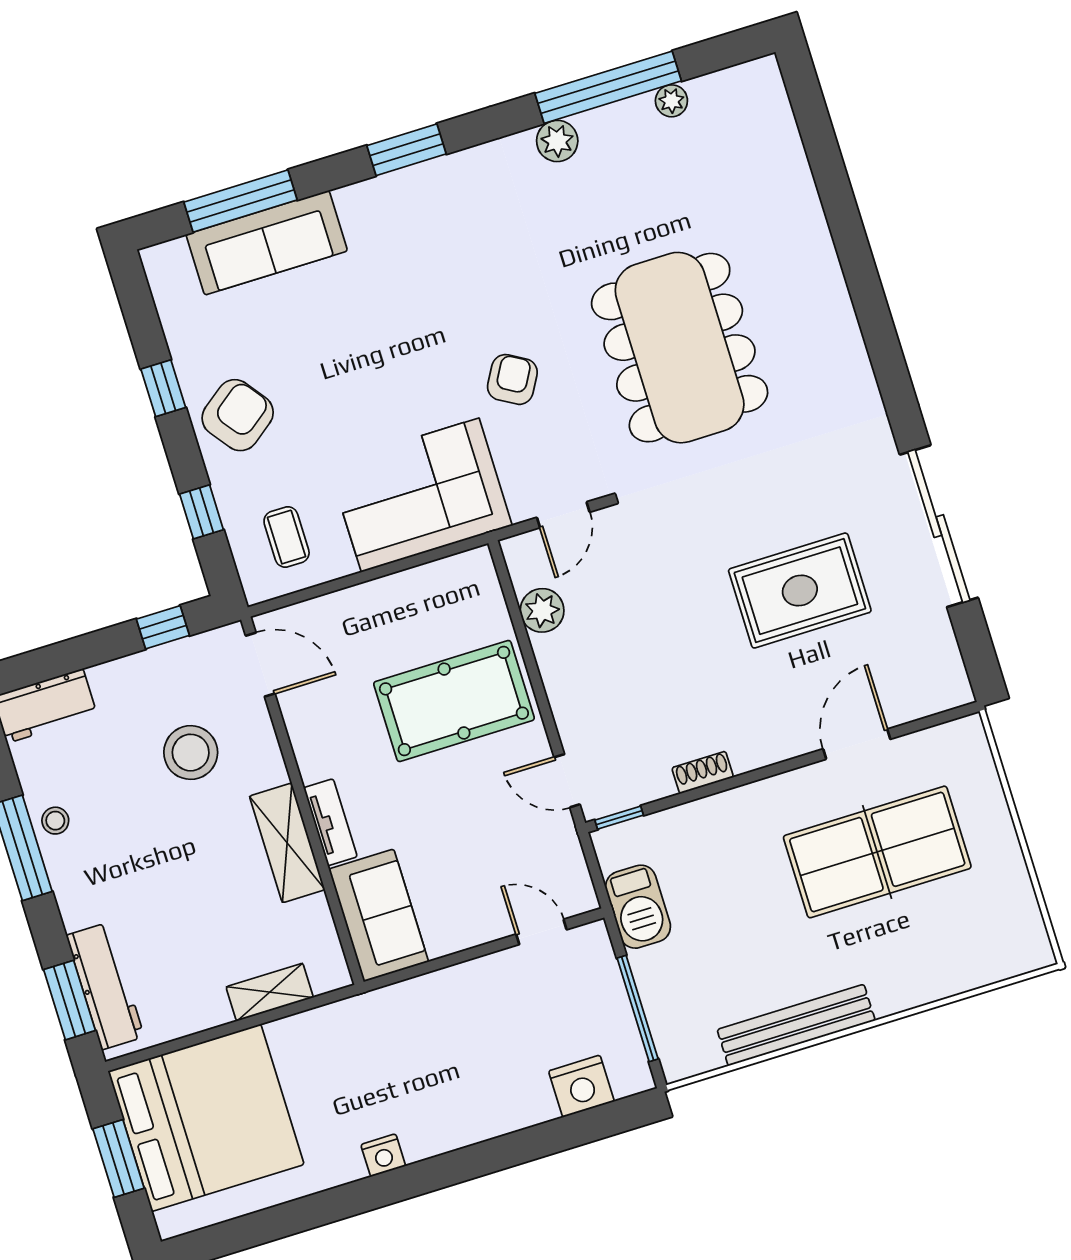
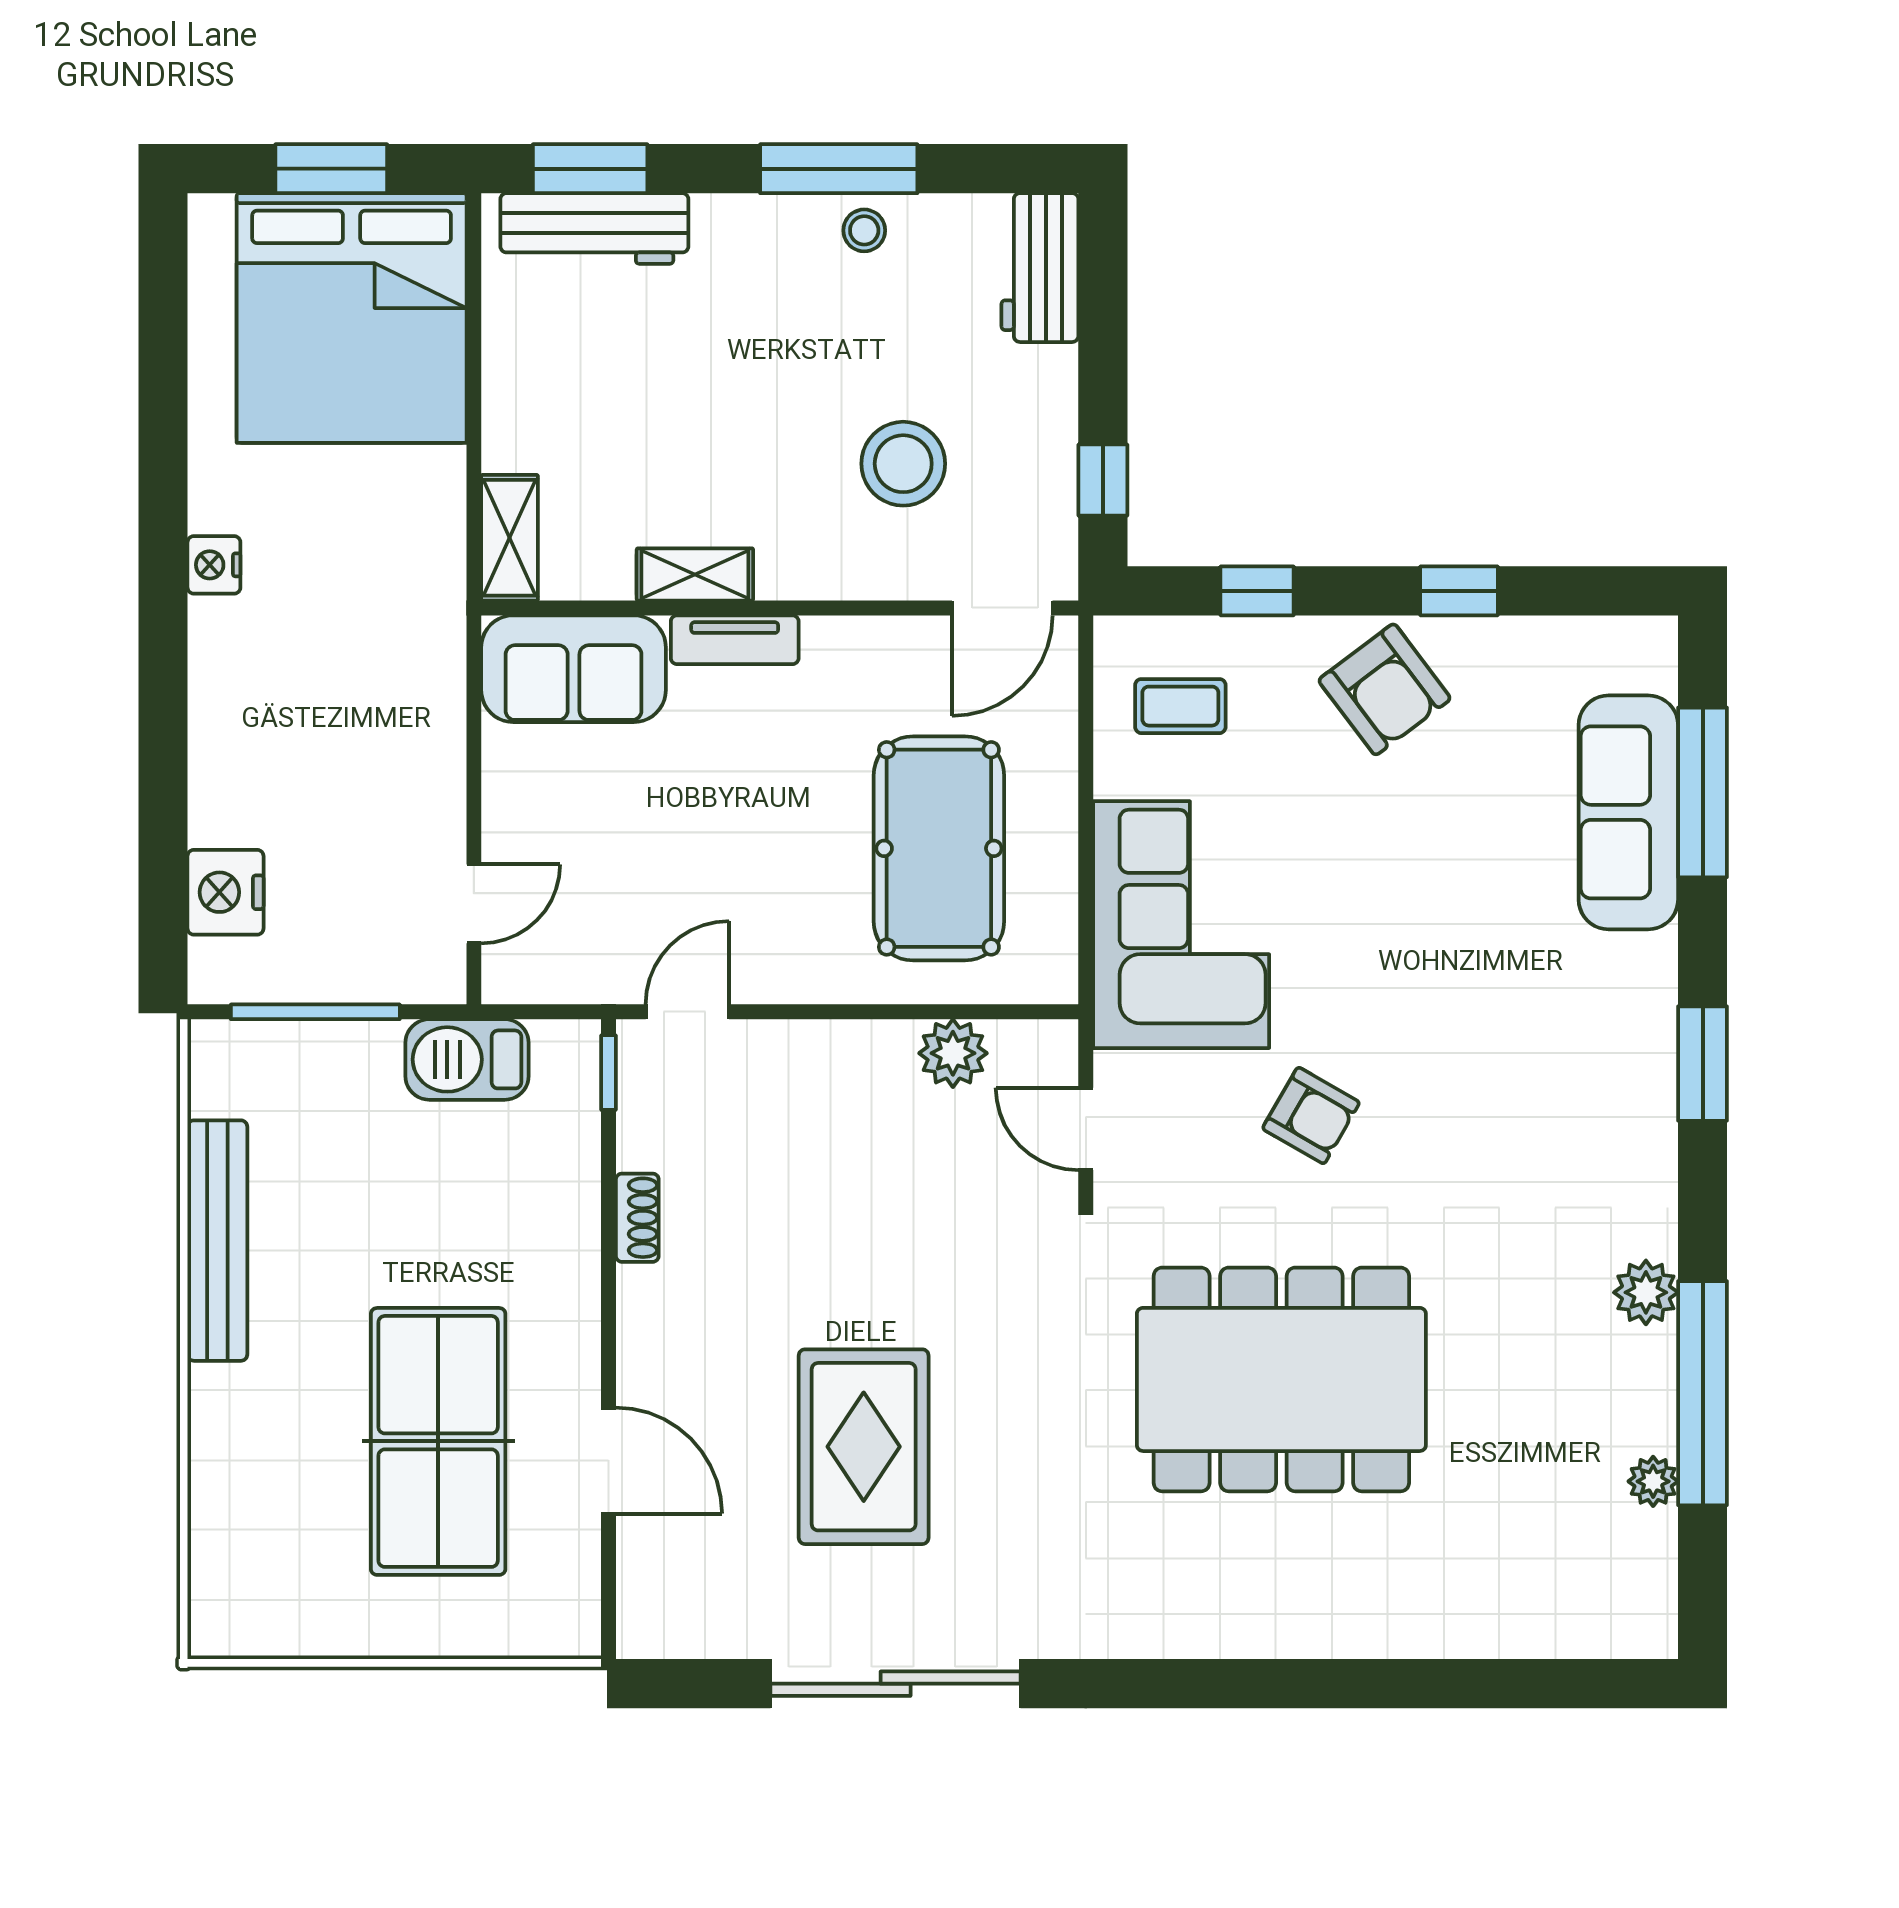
pool table: (454, 701) -> (939, 848), moved
shelving: (287, 843) -> (695, 574), width x0.67, depth x0.75
shelving: (270, 992) -> (510, 538), moved

